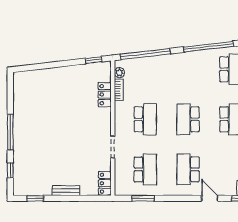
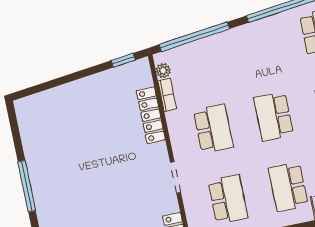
locker: (105, 95) -> (151, 115), width x1.53

